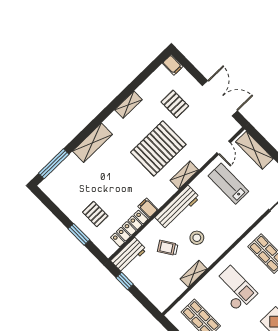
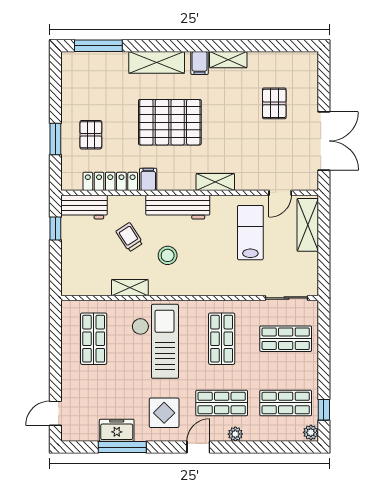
filing cabinet: (173, 65) -> (200, 63), moved
pallet: (158, 148) -> (170, 122), moved
checkout: (234, 289) -> (155, 341), width x1.36, depth x1.21

